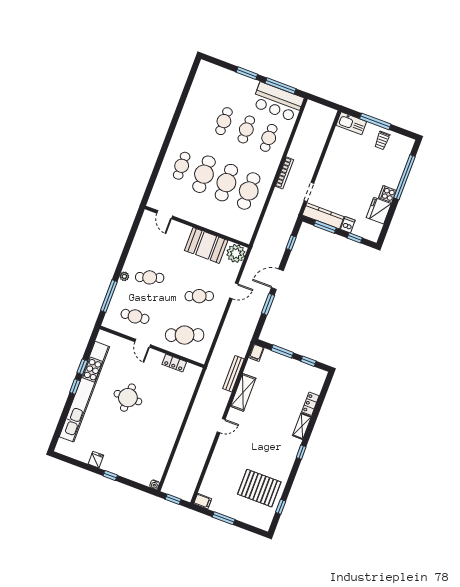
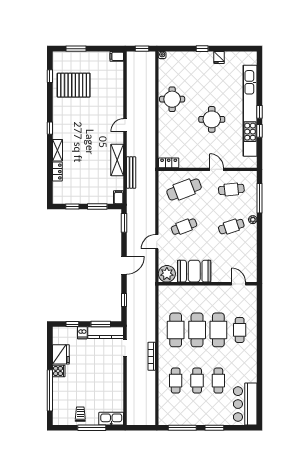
bar counter: (278, 102) -> (245, 404), moved, turned -90
window: (268, 304) -> (124, 223), moved
locker: (174, 363) -> (169, 163), moved
round table: (162, 434) -> (172, 99), added
window: (224, 518) -> (76, 49), moved

